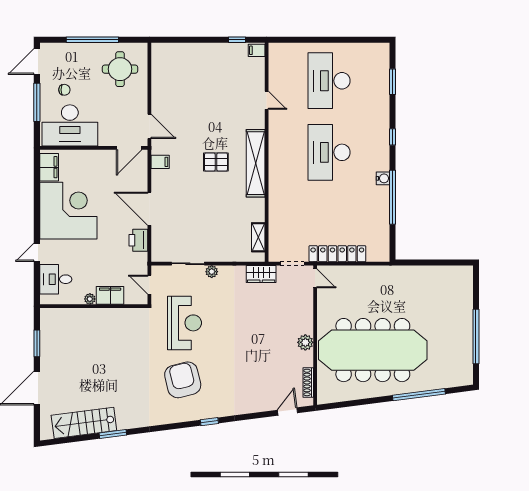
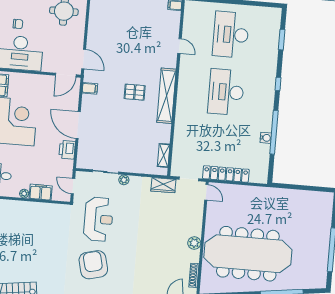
water cooler: (383, 178) -> (266, 138), moved

